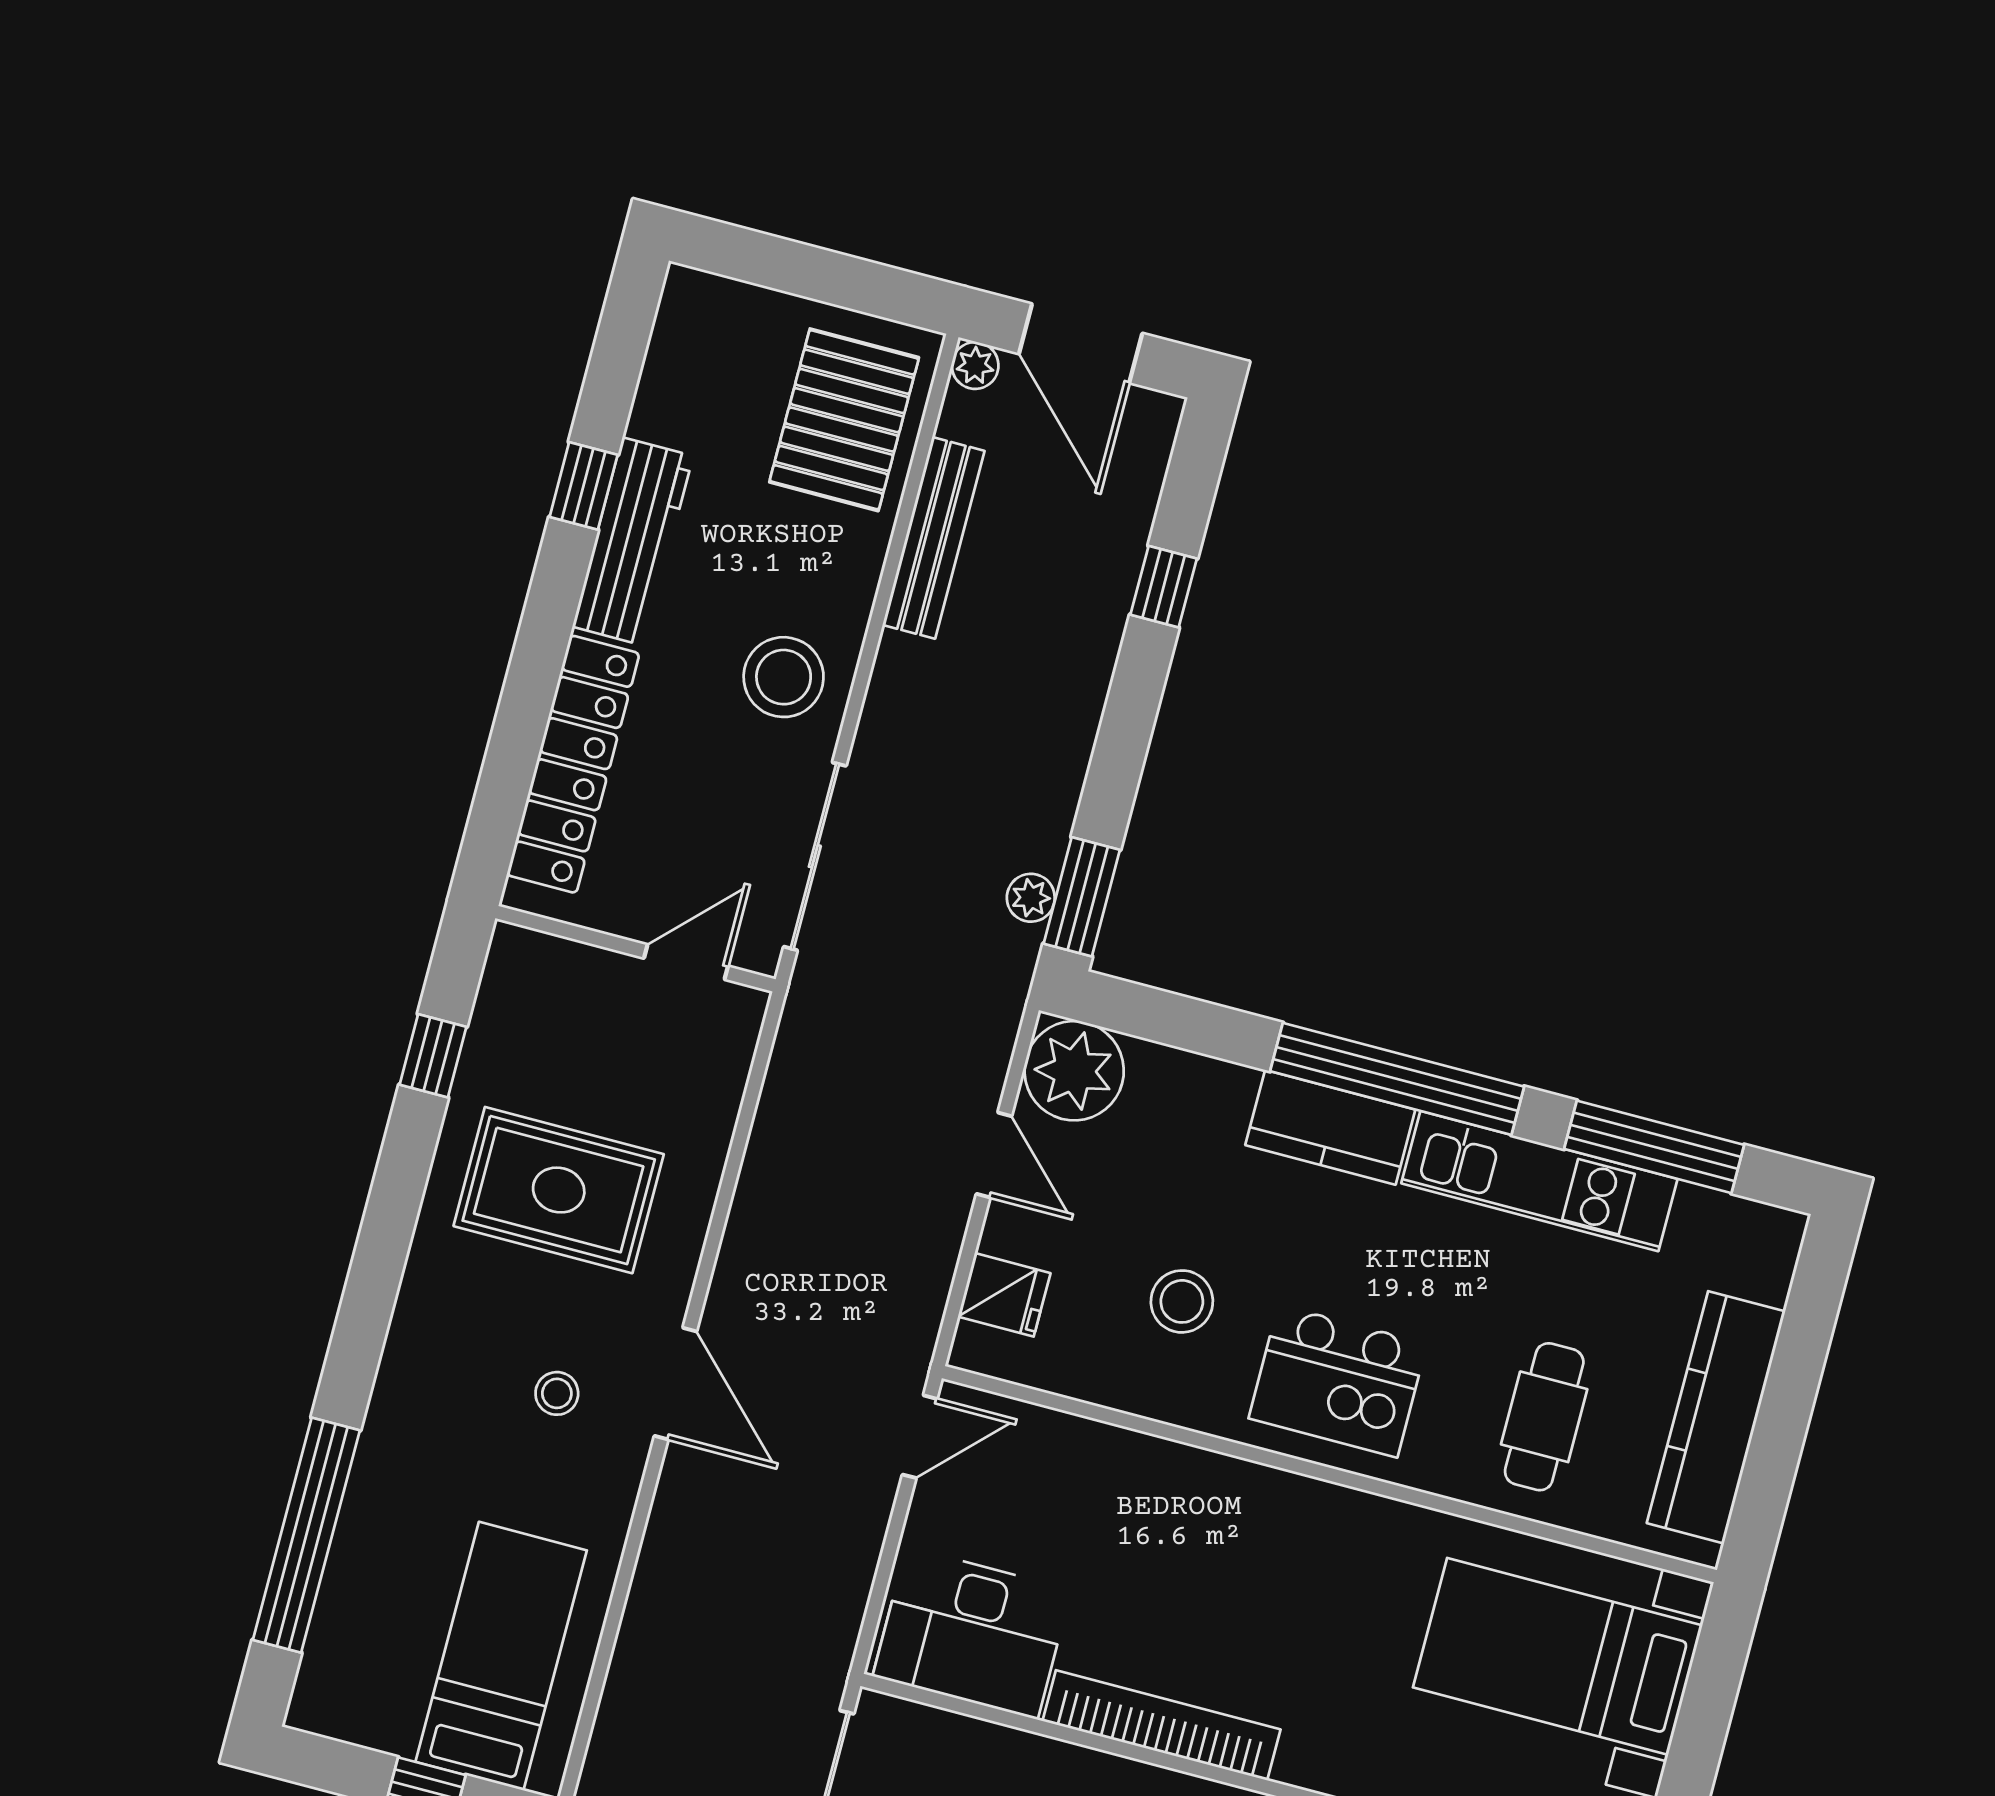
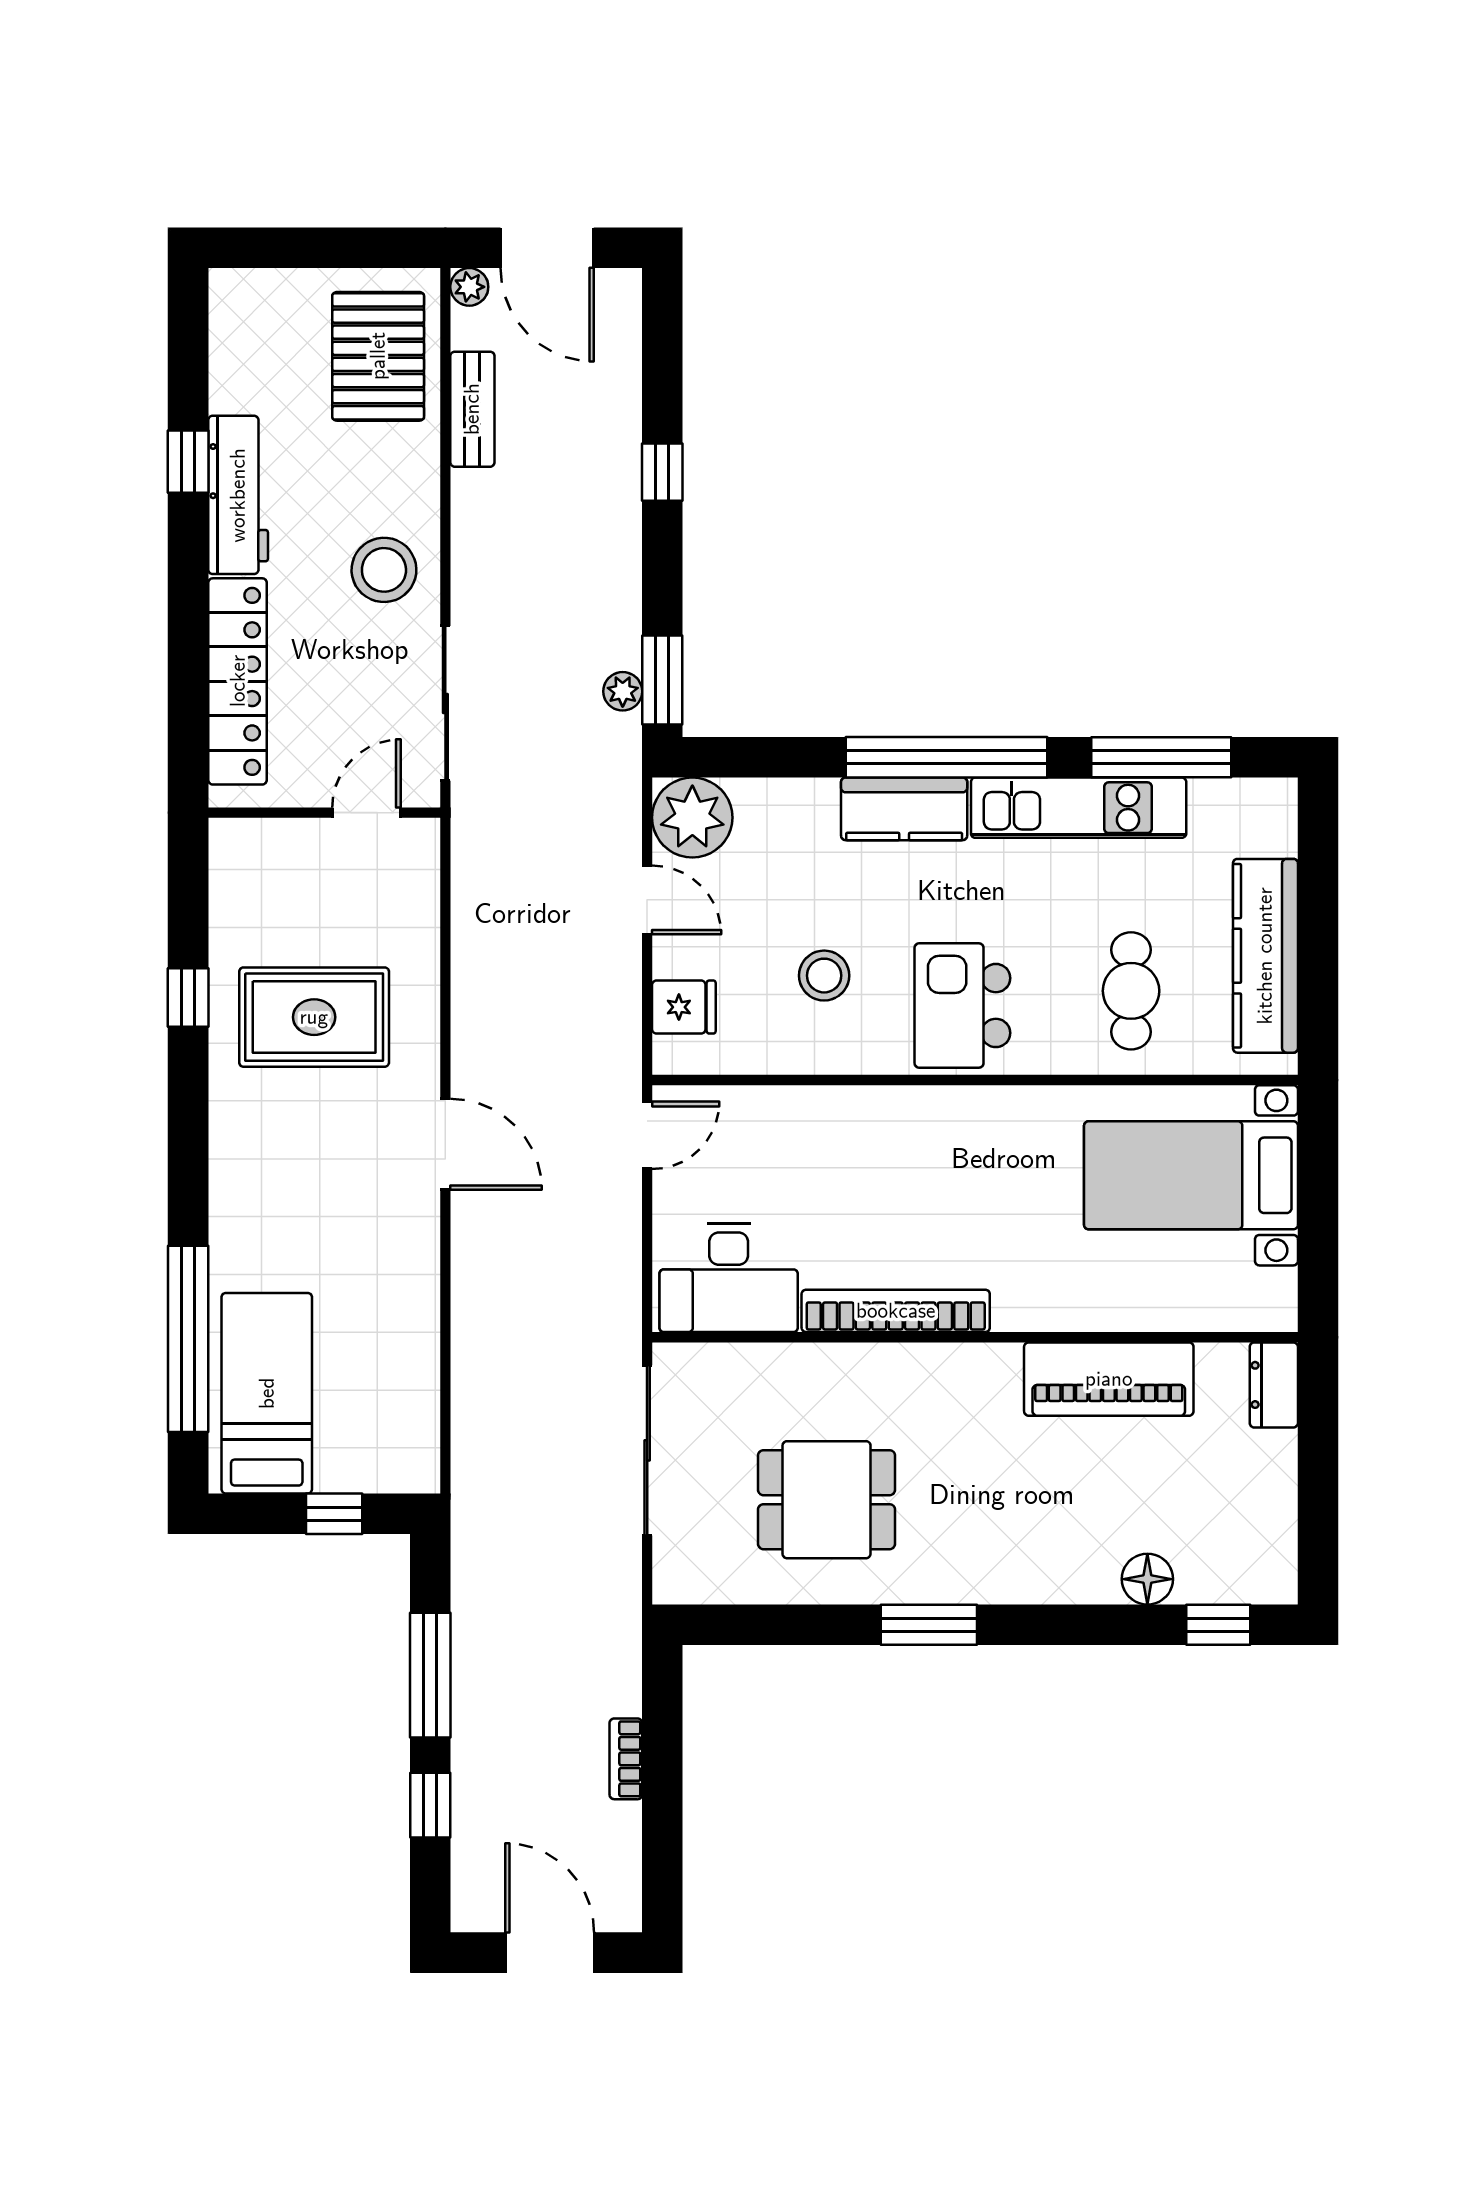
bench: (934, 538) -> (472, 409), width x0.73
window: (1164, 587) -> (662, 472), moved
window: (433, 1056) -> (188, 998), moved
kitchen island: (1338, 1381) -> (962, 1006), turned 90
stool: (557, 1393) -> (355, 1176), removed
bed: (501, 1656) -> (267, 1393), moved

